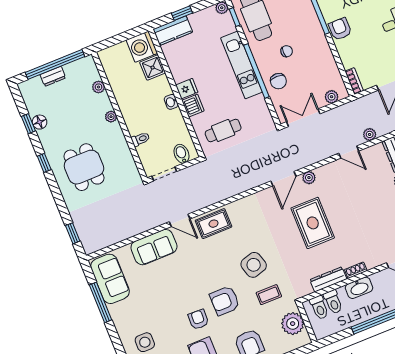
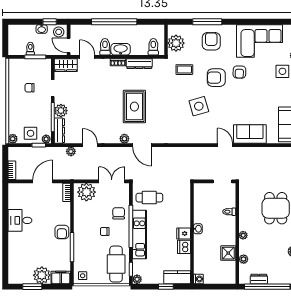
washing machine: (142, 47) -> (198, 279), width x0.53, depth x0.53
shower: (153, 68) -> (228, 253), moved
dresser: (53, 76) -> (259, 279), moved
plant: (332, 97) -> (86, 192), width x1.88, depth x1.88
dishwasher: (193, 106) -> (184, 247), moved
double door: (303, 118) -> (112, 181), swing flipped
cafe table: (223, 130) -> (149, 198), moved
bidet: (181, 154) -> (205, 190), removed
door: (283, 179) -> (142, 145), swing flipped
rug: (214, 224) -> (203, 134), removed
side table: (254, 265) -> (199, 106), moved
armchair: (225, 301) -> (216, 78), turned 180
toilet: (333, 302) -> (105, 47), moved

